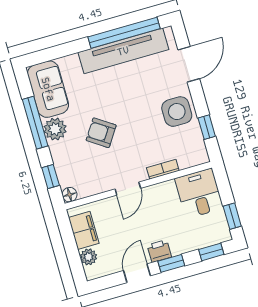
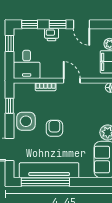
armchair: (101, 133) -> (54, 128), moved, turned -124
door: (128, 189) -> (72, 81), hinge flipped
printer: (159, 251) -> (52, 35), moved
door: (137, 273) -> (81, 24), hinge flipped

